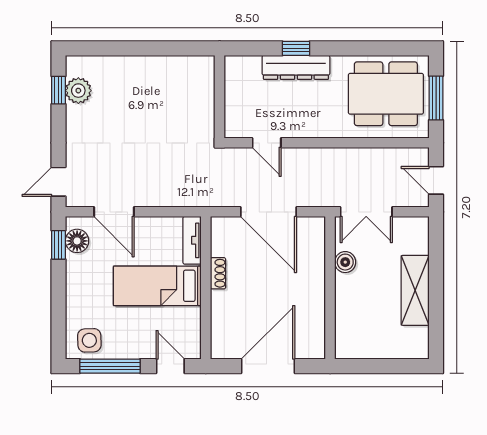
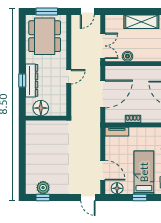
floor lamp: (240, 86) -> (41, 108), added
door: (267, 143) -> (69, 77), moved
door: (114, 212) -> (103, 170), hinge flipped
window: (58, 245) -> (140, 197), moved
bed: (157, 286) -> (144, 172), moved, turned 180

